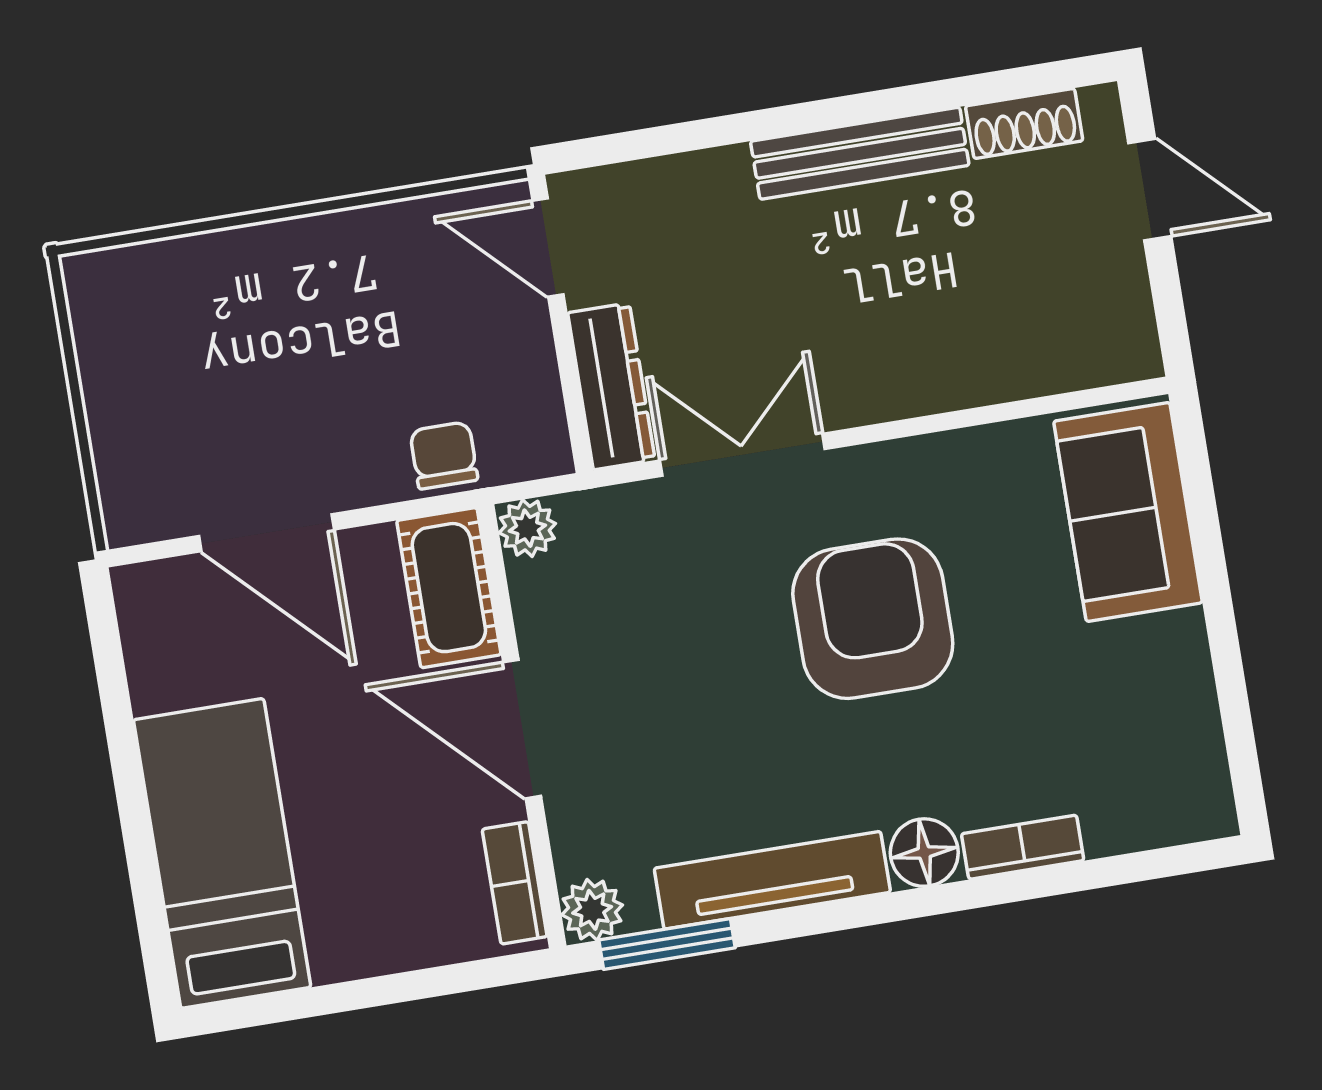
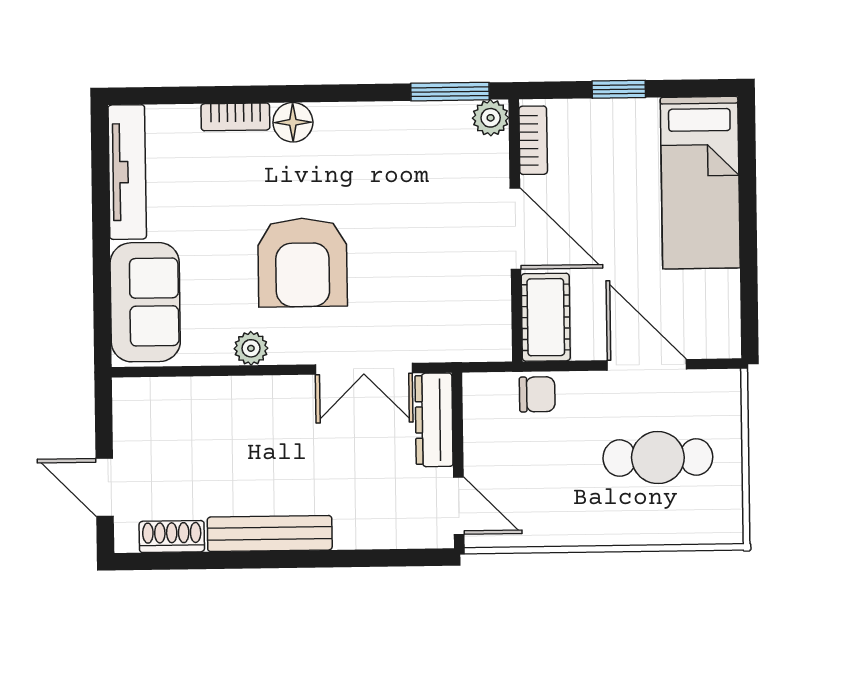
cafe table: (224, 379) -> (658, 458), added
chair: (444, 455) -> (537, 394), turned -90
plant: (527, 528) -> (251, 348), moved
tv unit: (772, 880) -> (127, 172), moved, turned -90
window: (383, 990) -> (619, 89), added

